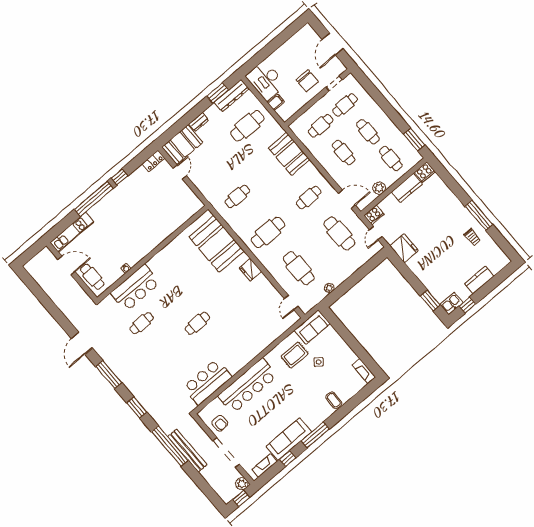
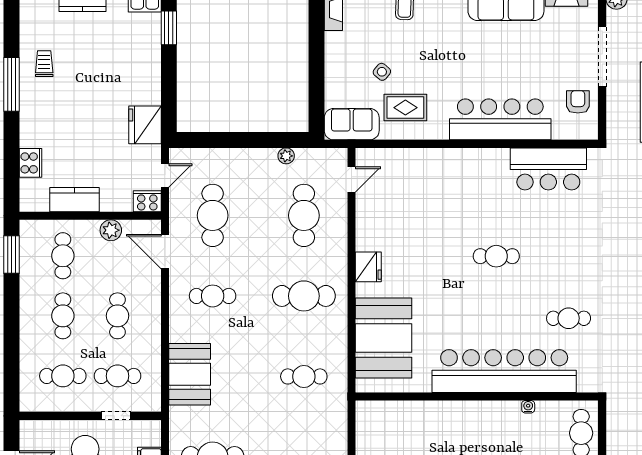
doorway: (334, 83) -> (116, 416), moved
cooker: (425, 172) -> (30, 163), moved, turned 90
bar counter: (135, 288) -> (504, 371), width x1.86

